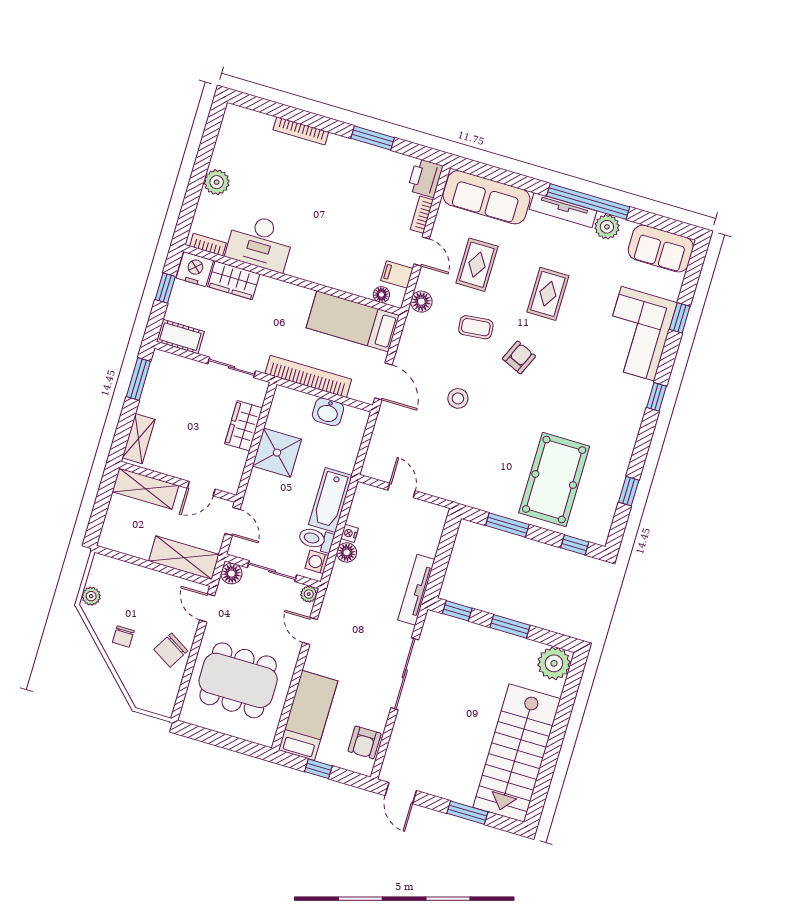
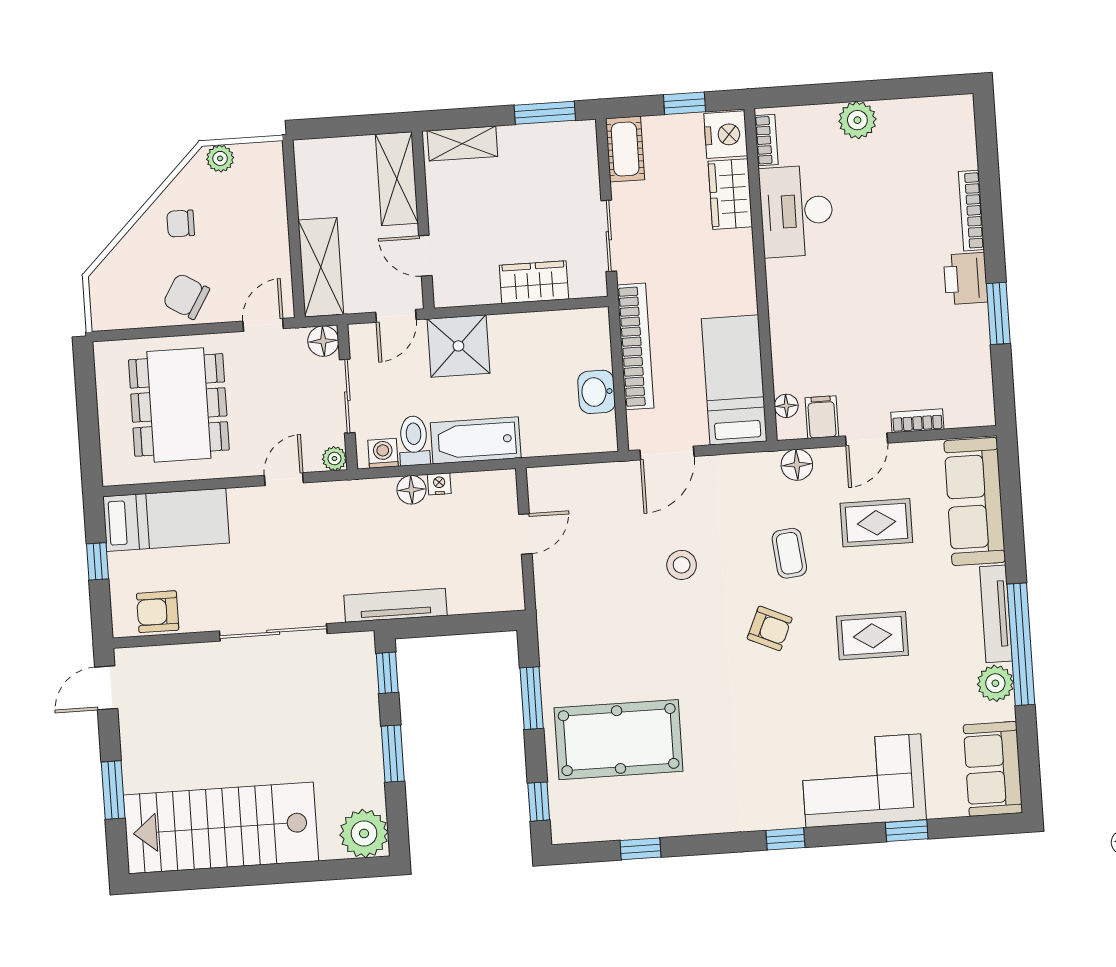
printer: (425, 178) -> (965, 279), moved, turned -90
shower: (277, 453) -> (458, 346), moved

